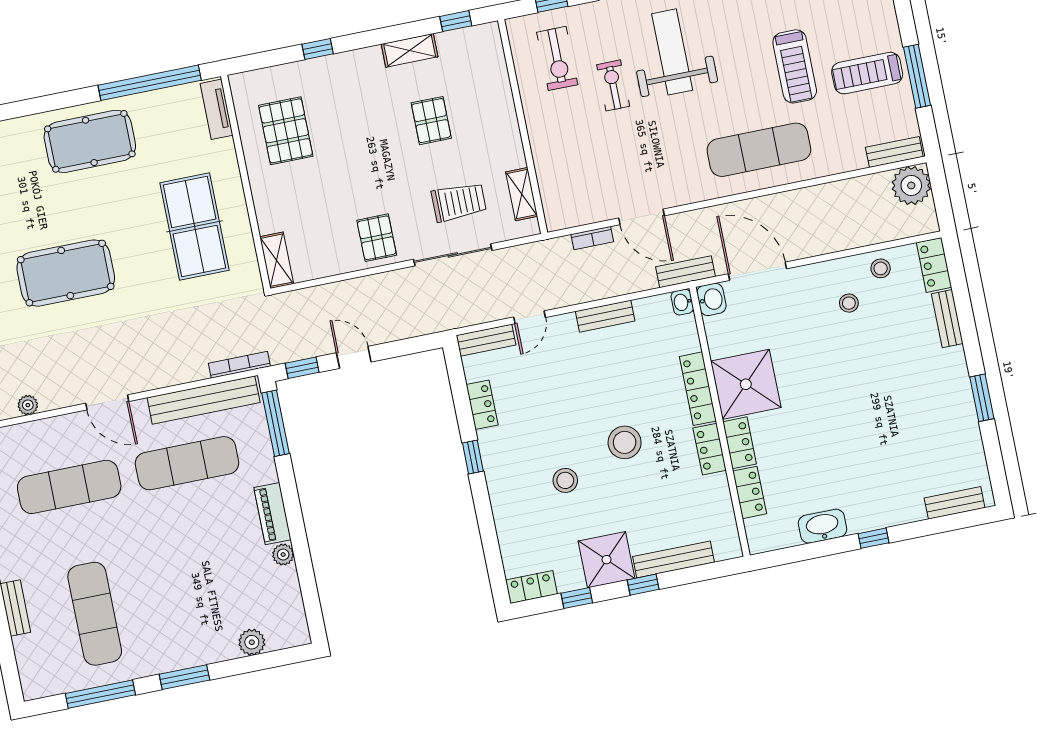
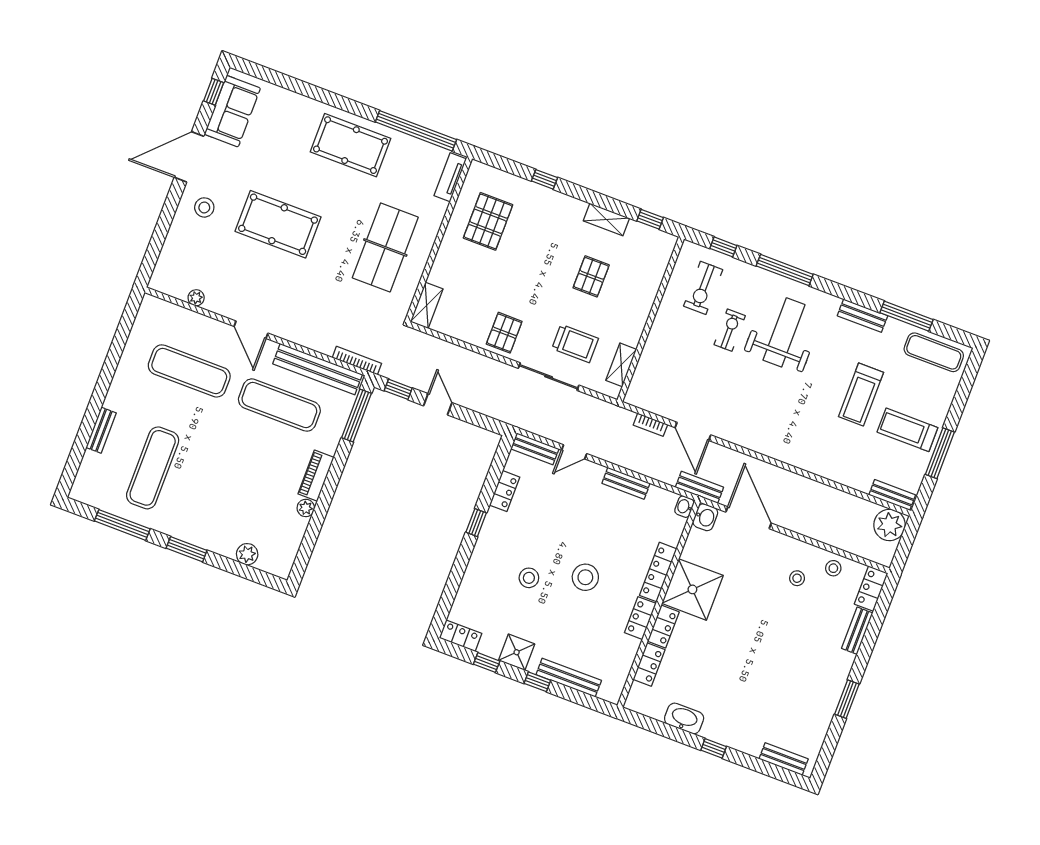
exercise mat: (759, 150) -> (801, 436), removed
shower: (607, 560) -> (517, 652), width x0.73, depth x0.73

